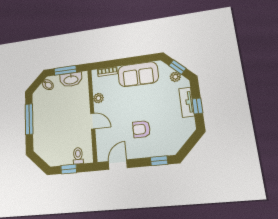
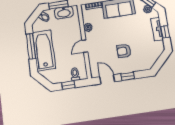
door: (93, 121) -> (85, 46), swing flipped
bathtub: (44, 125) -> (44, 50), added
window: (159, 161) -> (128, 76), moved
door: (118, 165) -> (107, 79), hinge flipped

